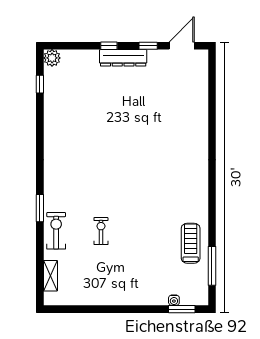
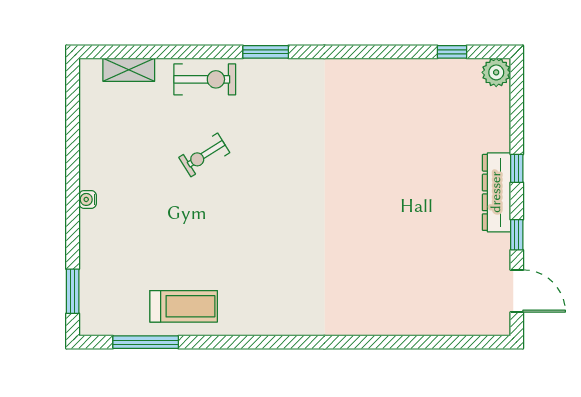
window: (40, 208) -> (266, 52), moved
exercise bike: (101, 231) -> (204, 155), turned 148
water cooler: (174, 300) -> (88, 199), moved

